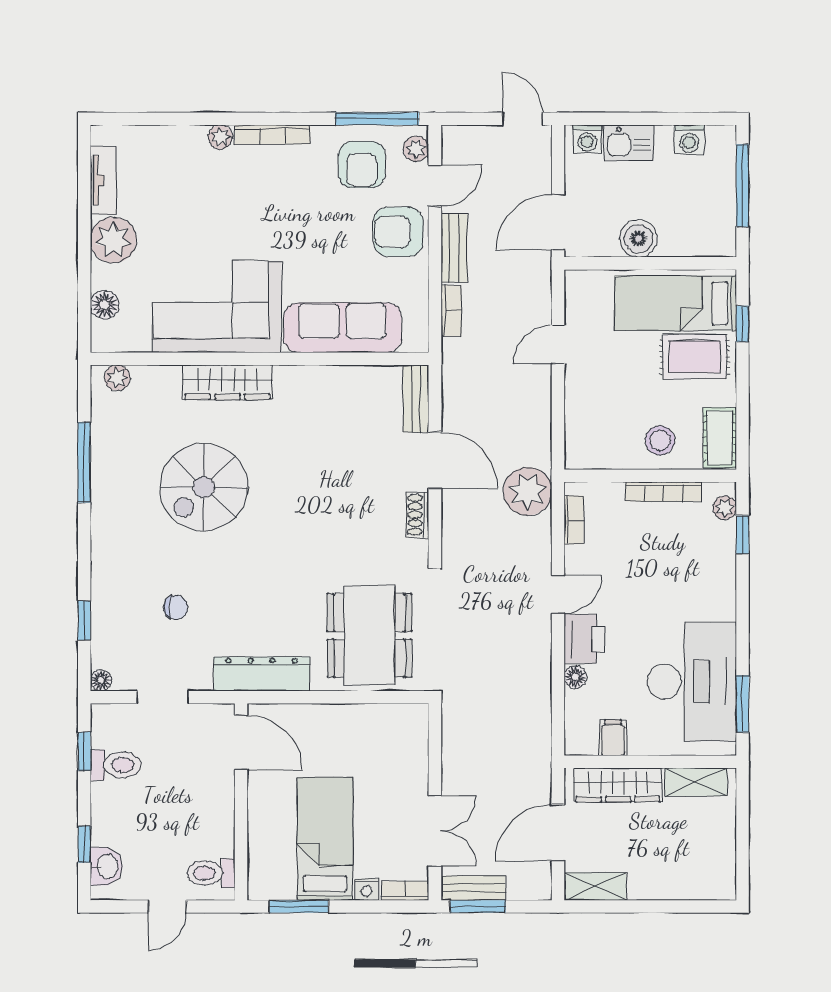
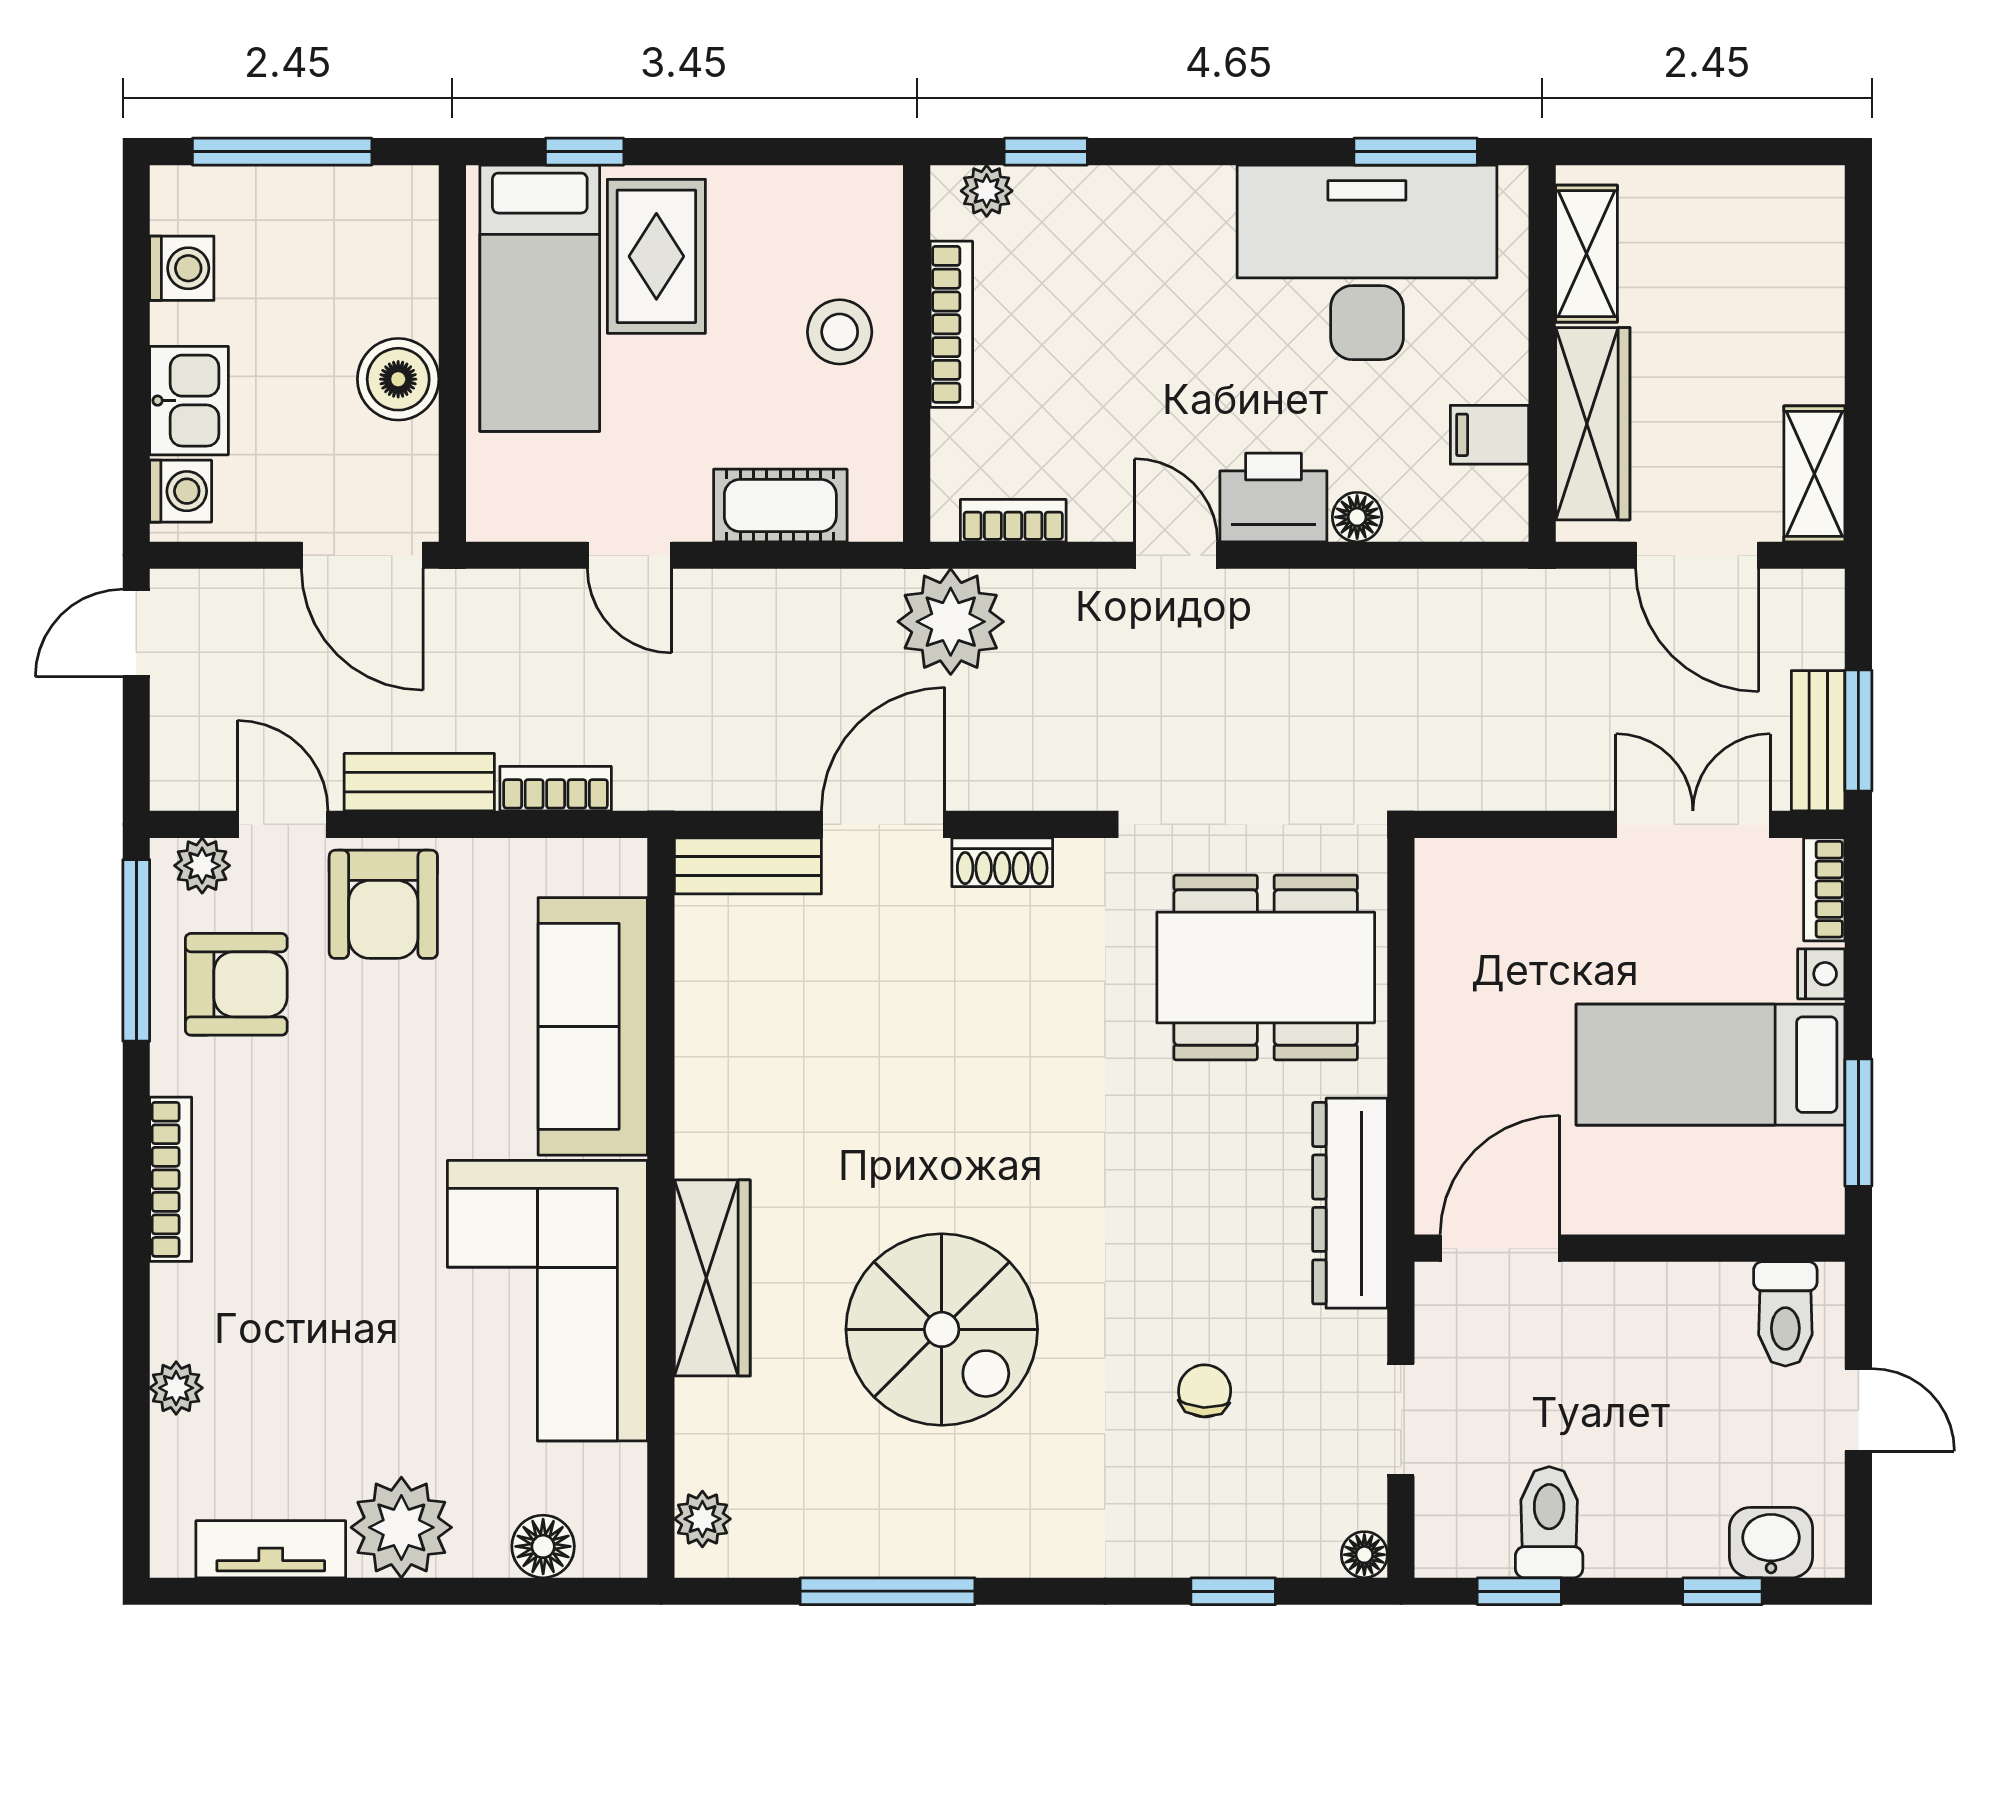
plant: (220, 137) -> (176, 1388), moved
cot: (720, 438) -> (780, 505), moved

